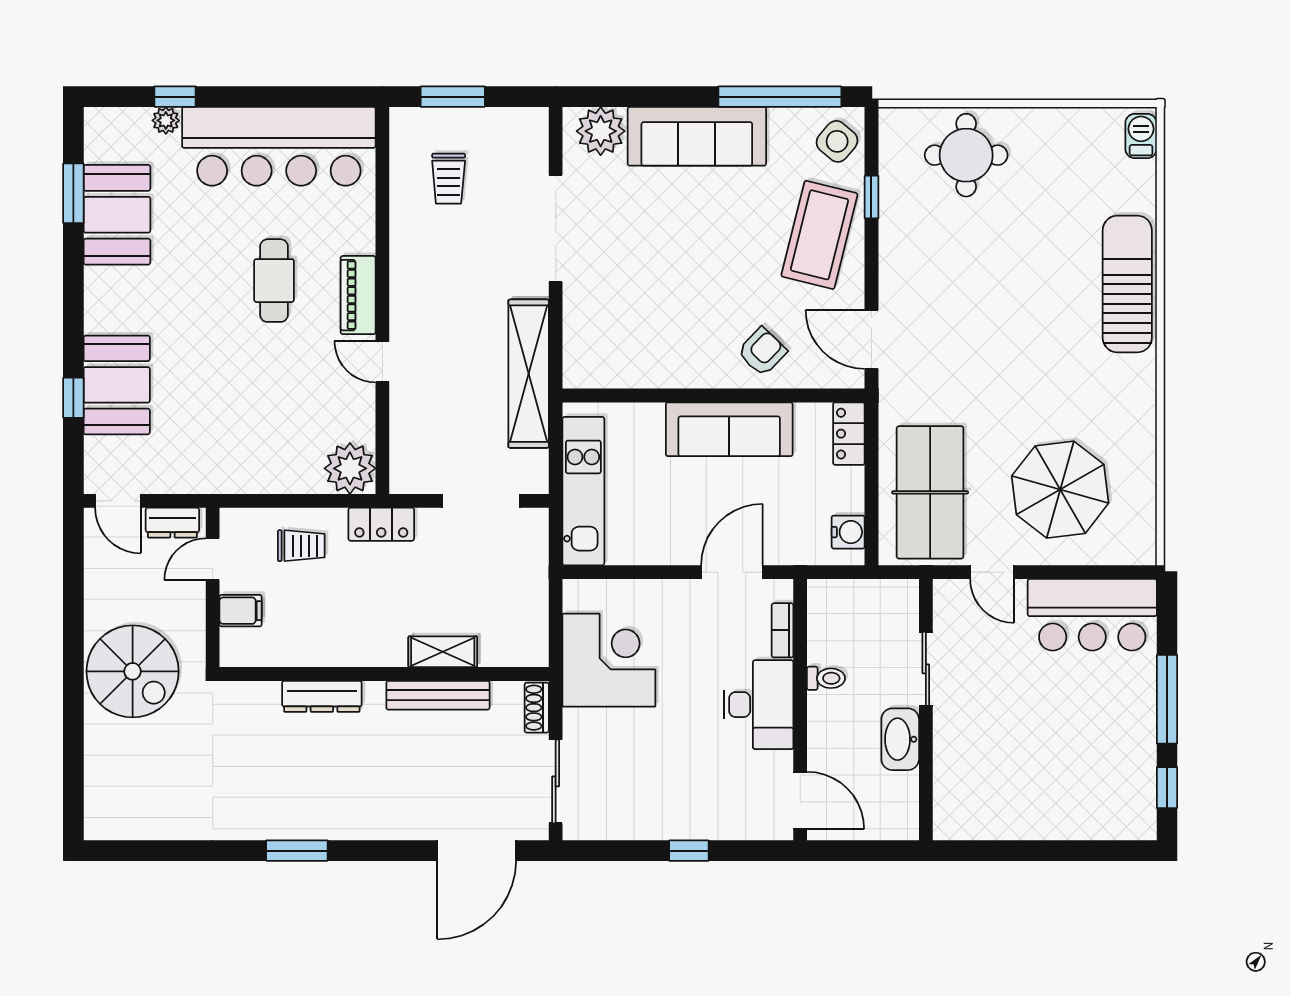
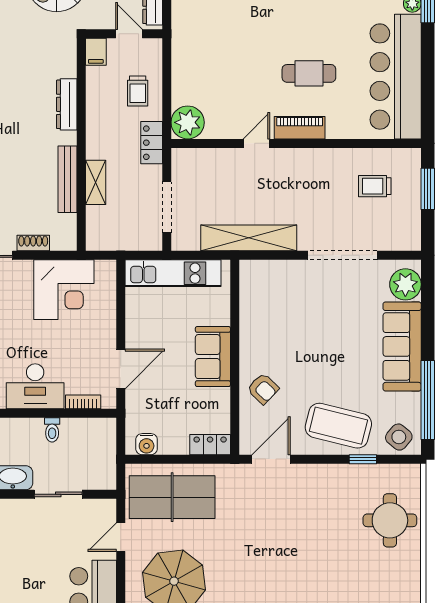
sofa: (729, 429) -> (213, 357), width x0.73
door: (732, 572) -> (121, 369), hinge flipped
shelving: (443, 652) -> (96, 182), moved
wall: (384, 674) -> (81, 145), moved
bench: (438, 695) -> (67, 179), moved
dresser: (322, 696) -> (67, 104), moved

